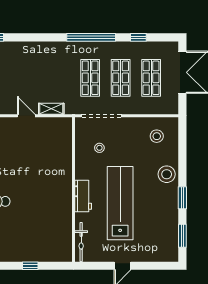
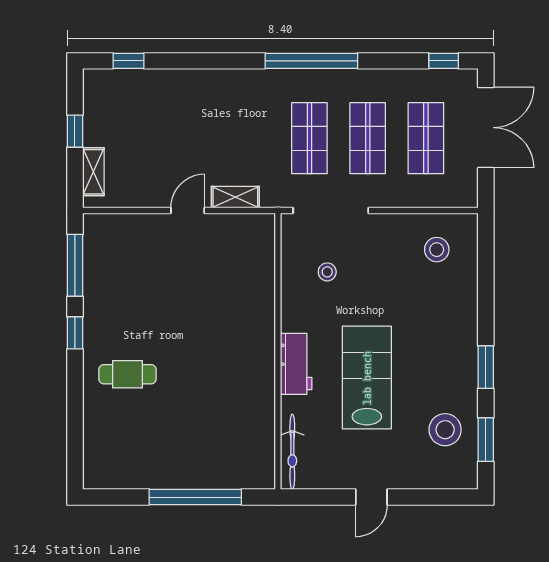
window: (138, 37) -> (444, 61), moved
door: (26, 116) -> (188, 211), hinge flipped
stool: (167, 174) -> (445, 430), moved
lab bench: (120, 203) -> (367, 378), width x0.73
window: (30, 266) -> (195, 497), width x3.17

